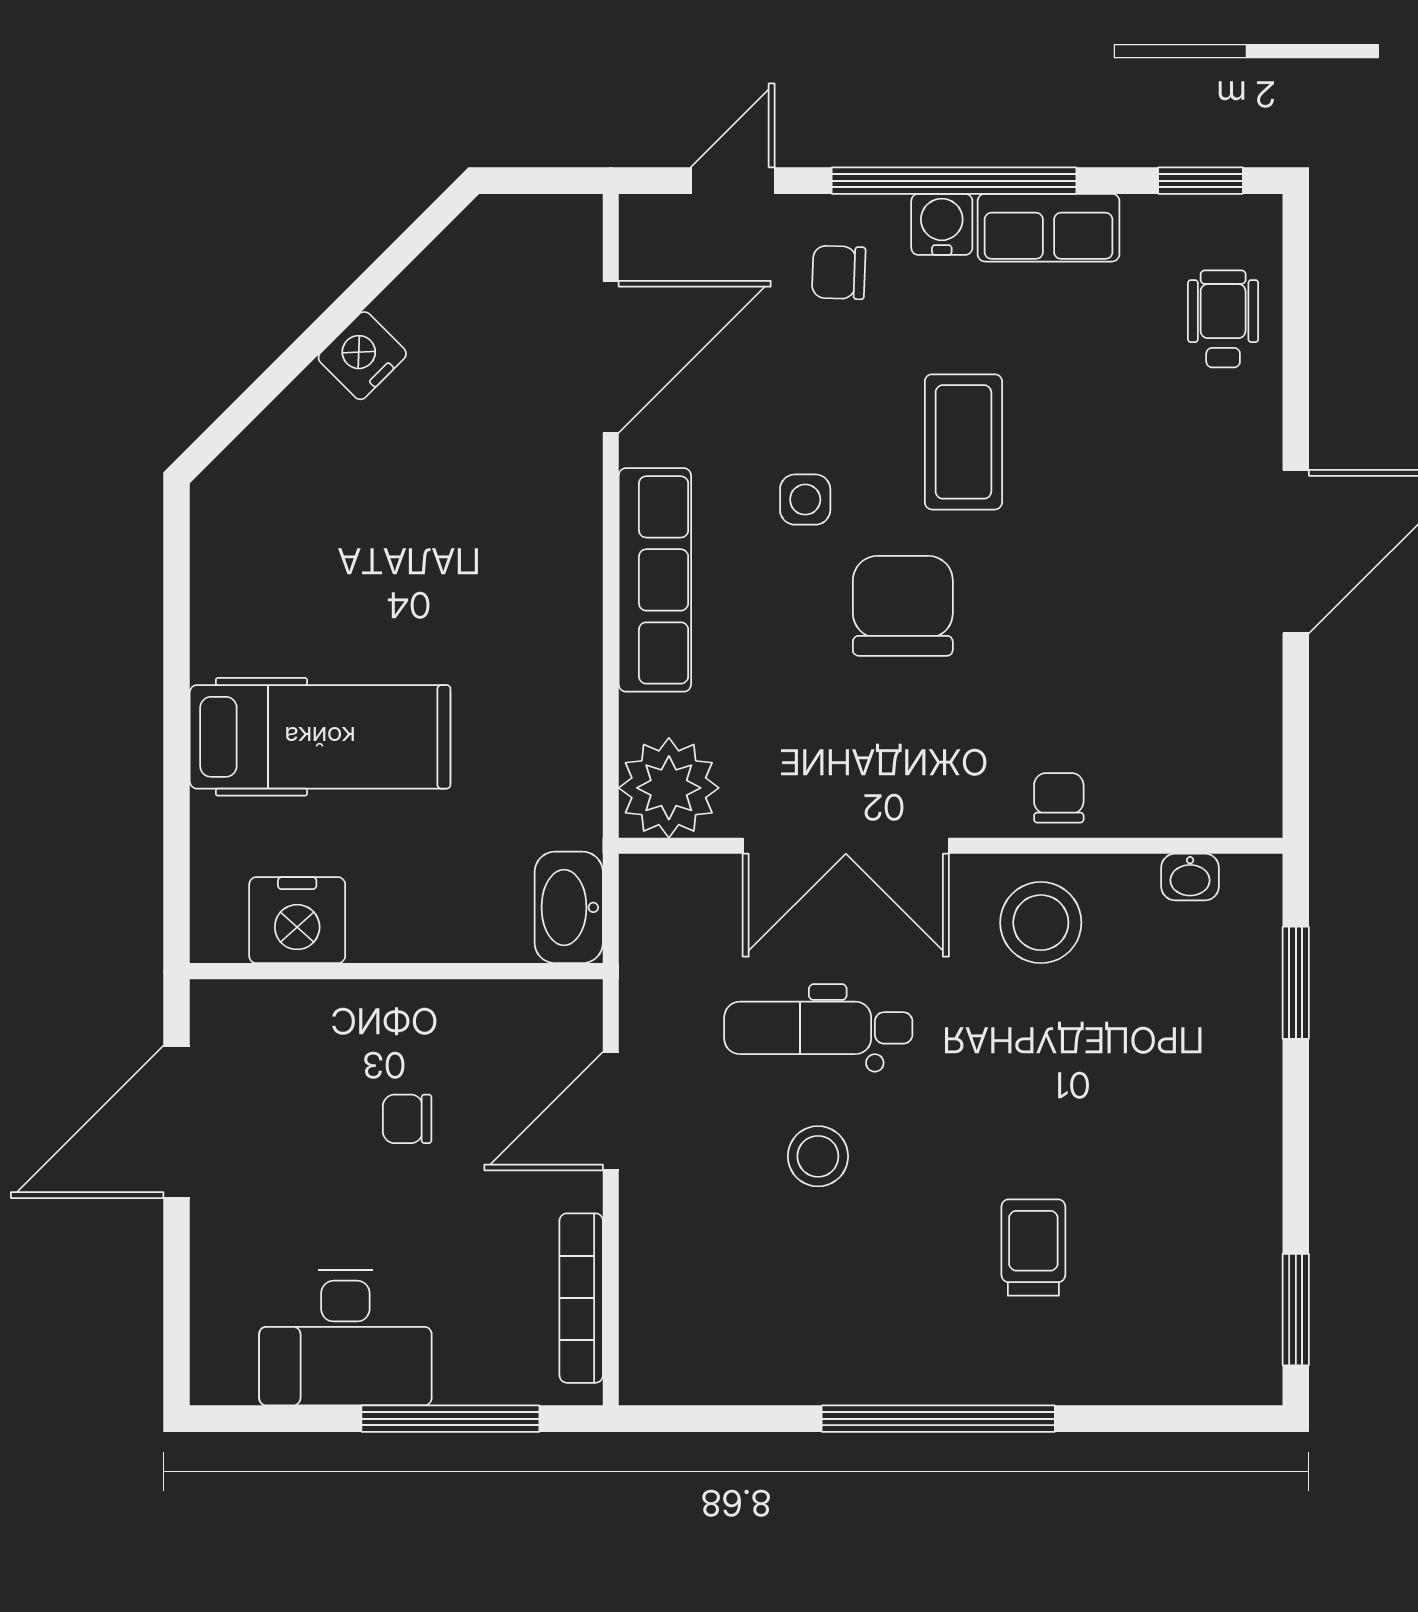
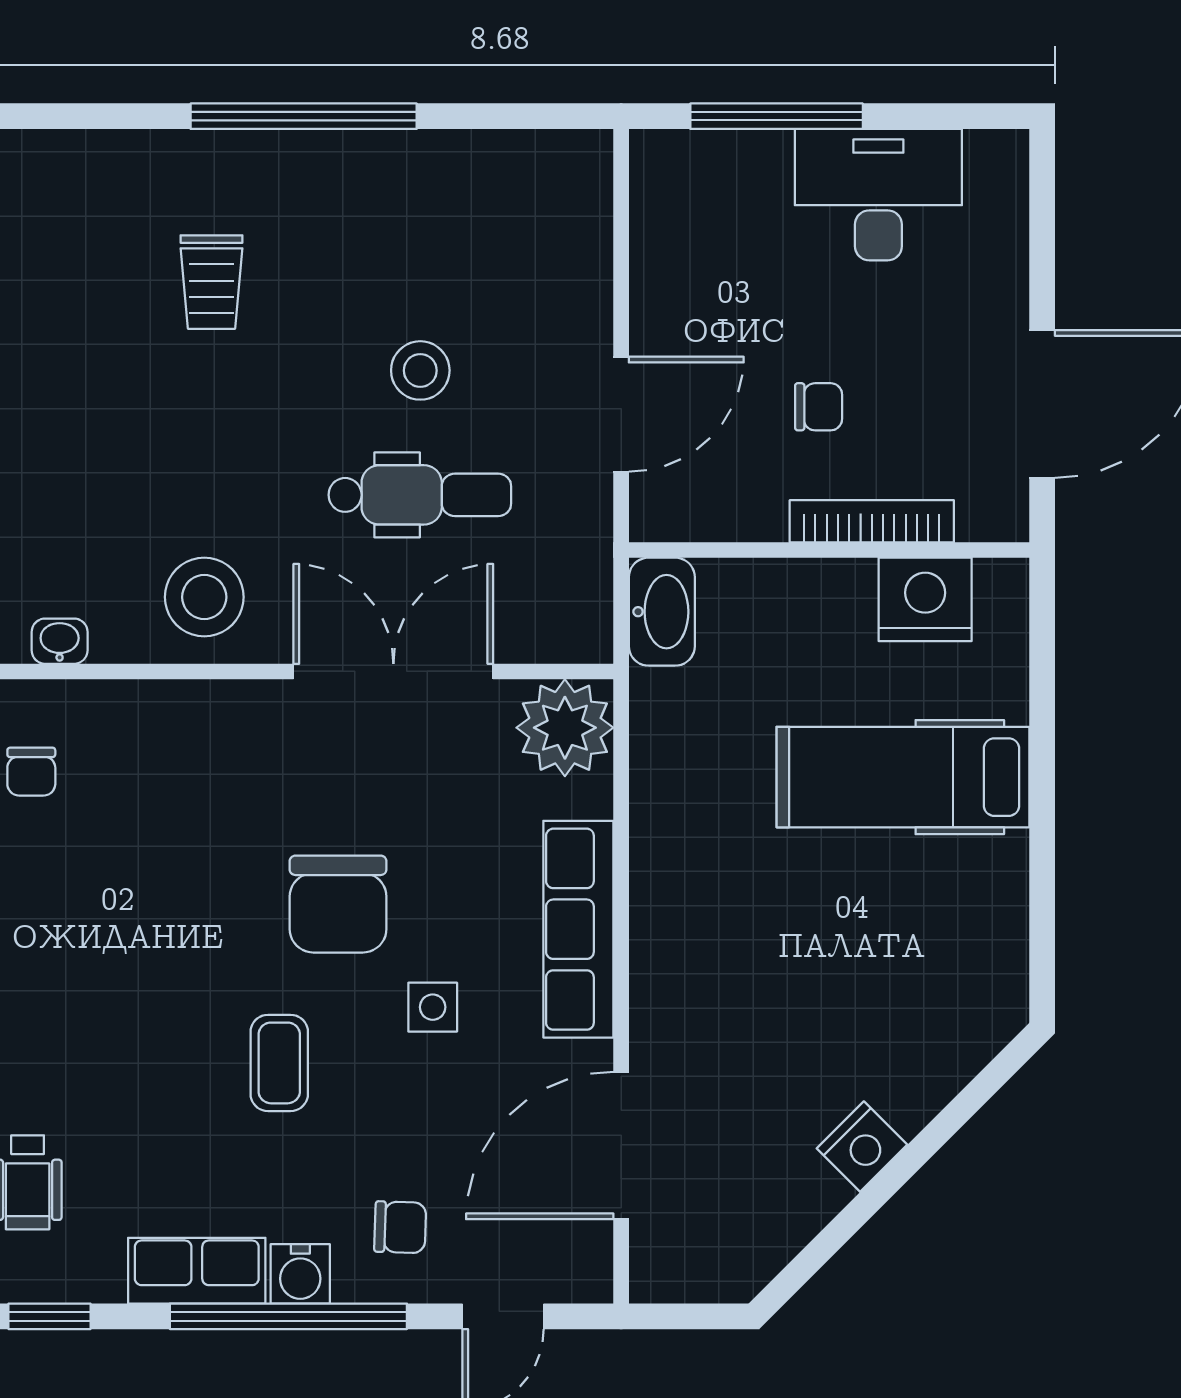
coffee table: (963, 442) -> (279, 1063), width x0.73, depth x0.77
chair: (1059, 798) -> (31, 772), moved
bookcase: (581, 1298) -> (872, 521), moved, turned -90

